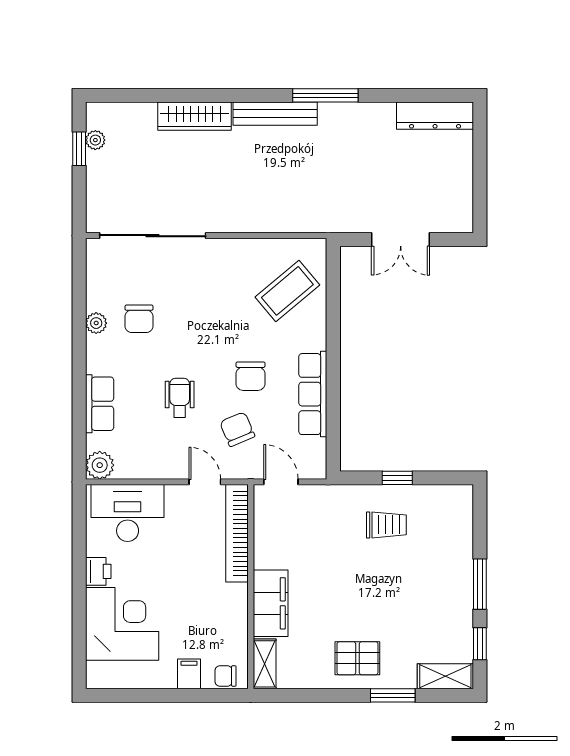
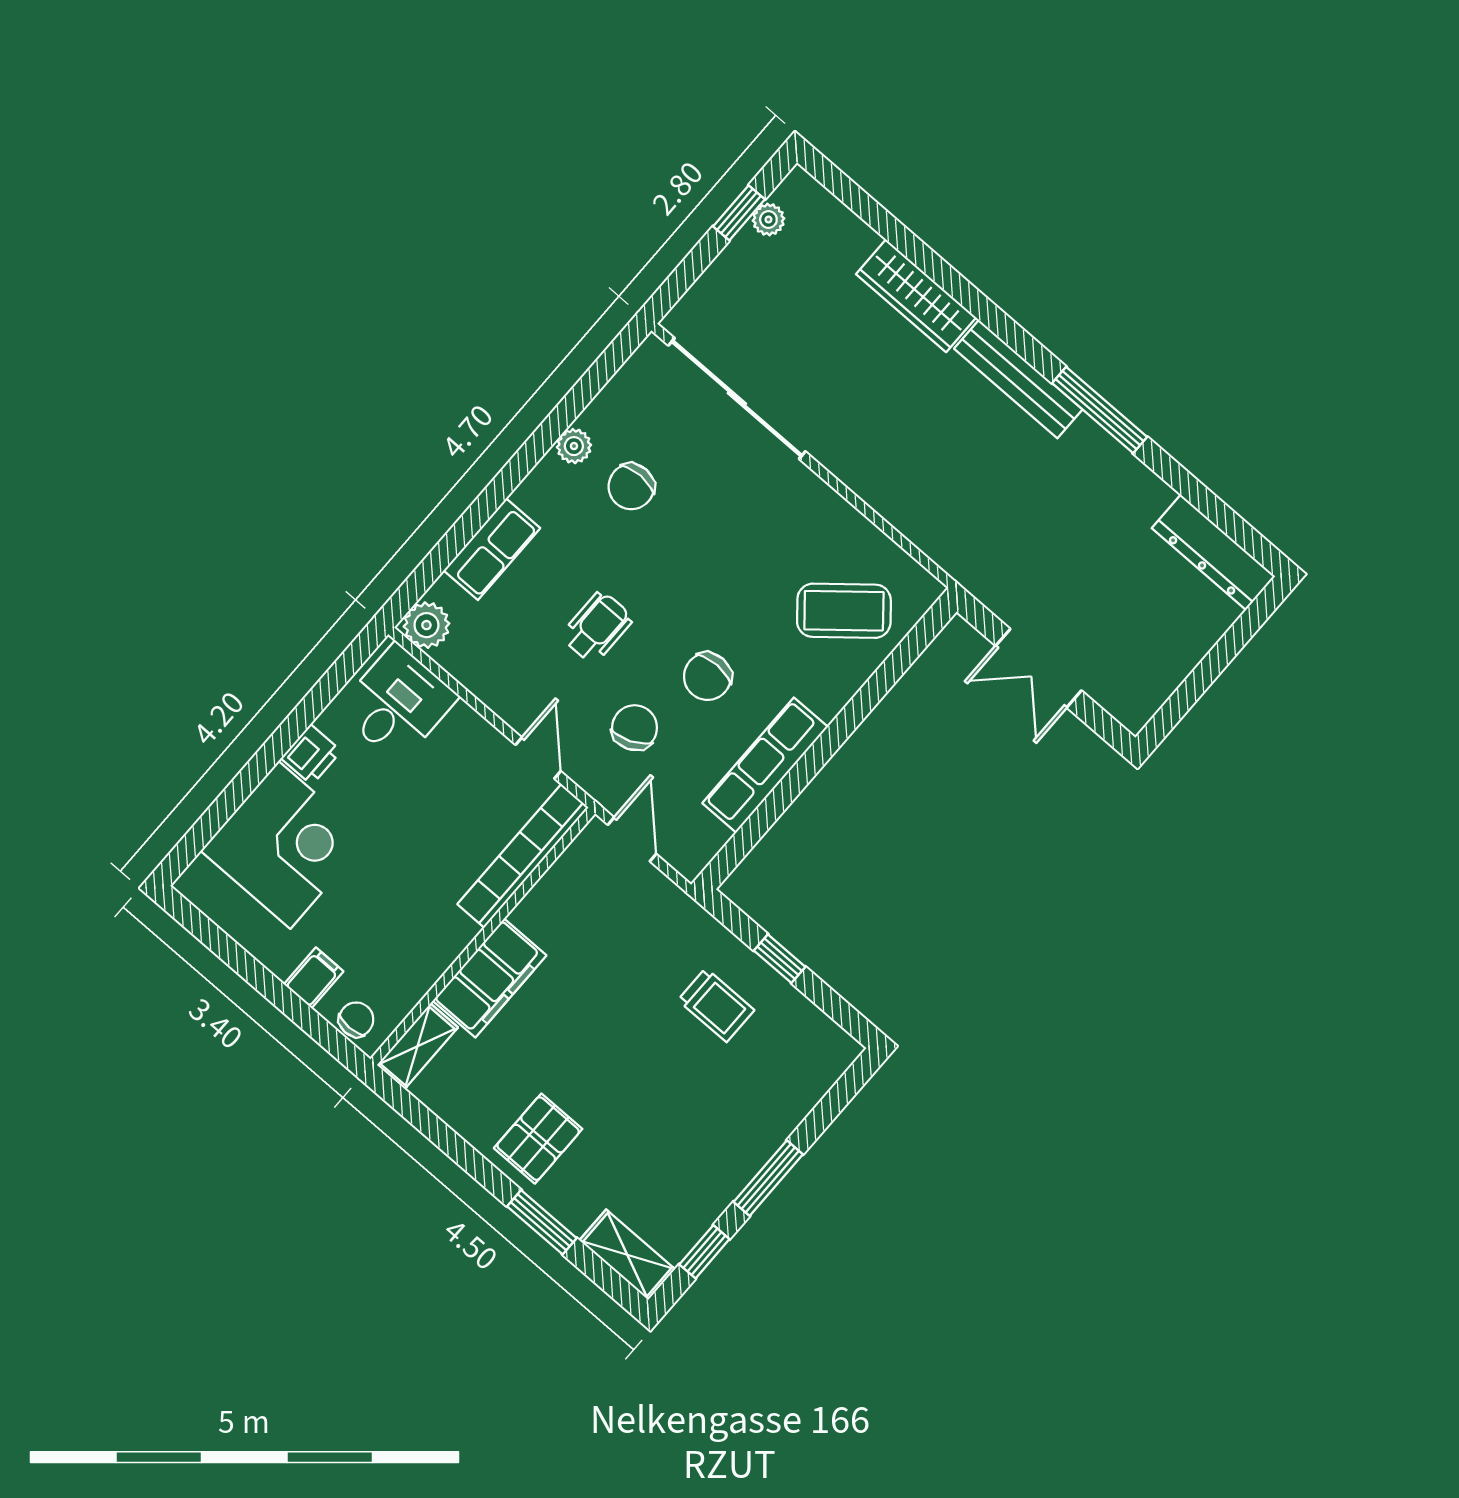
desk: (128, 513) -> (397, 703), width x0.73
pallet: (357, 658) -> (538, 1139), turned 90
chair: (225, 676) -> (356, 1019), turned 90

